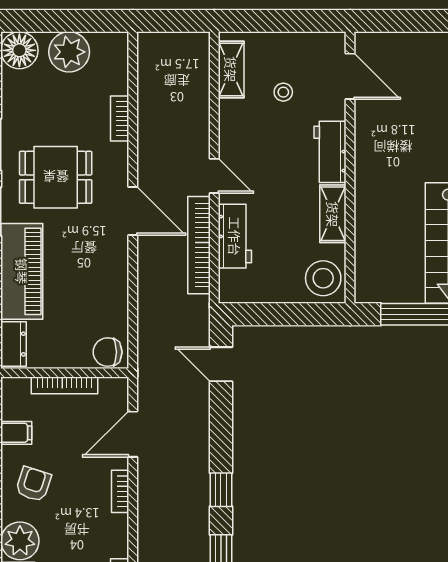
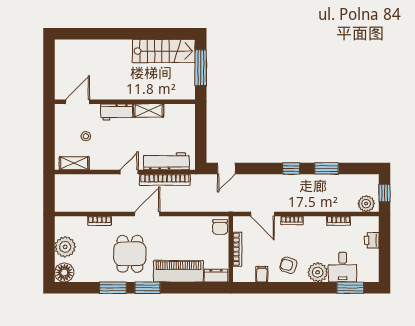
workbench: (235, 236) -> (166, 161), width x1.38
stool: (323, 278) -> (182, 116), removed

